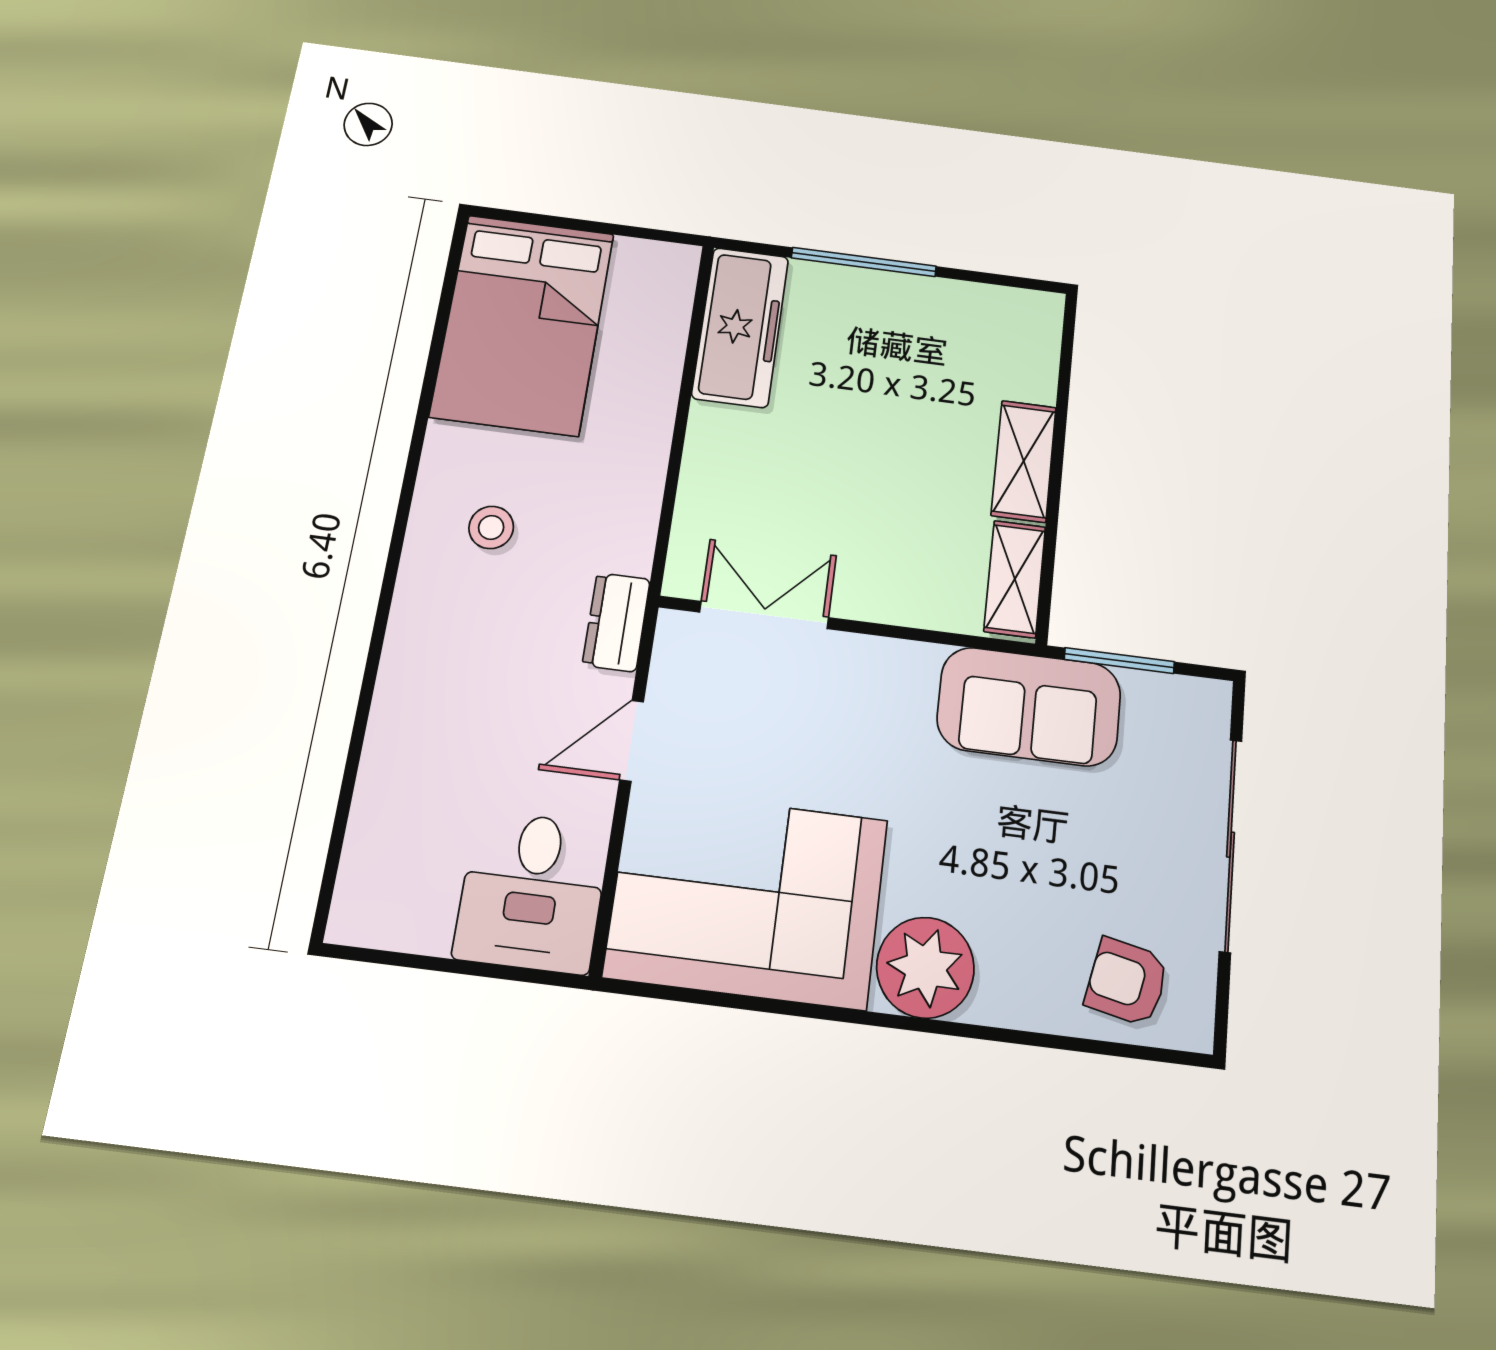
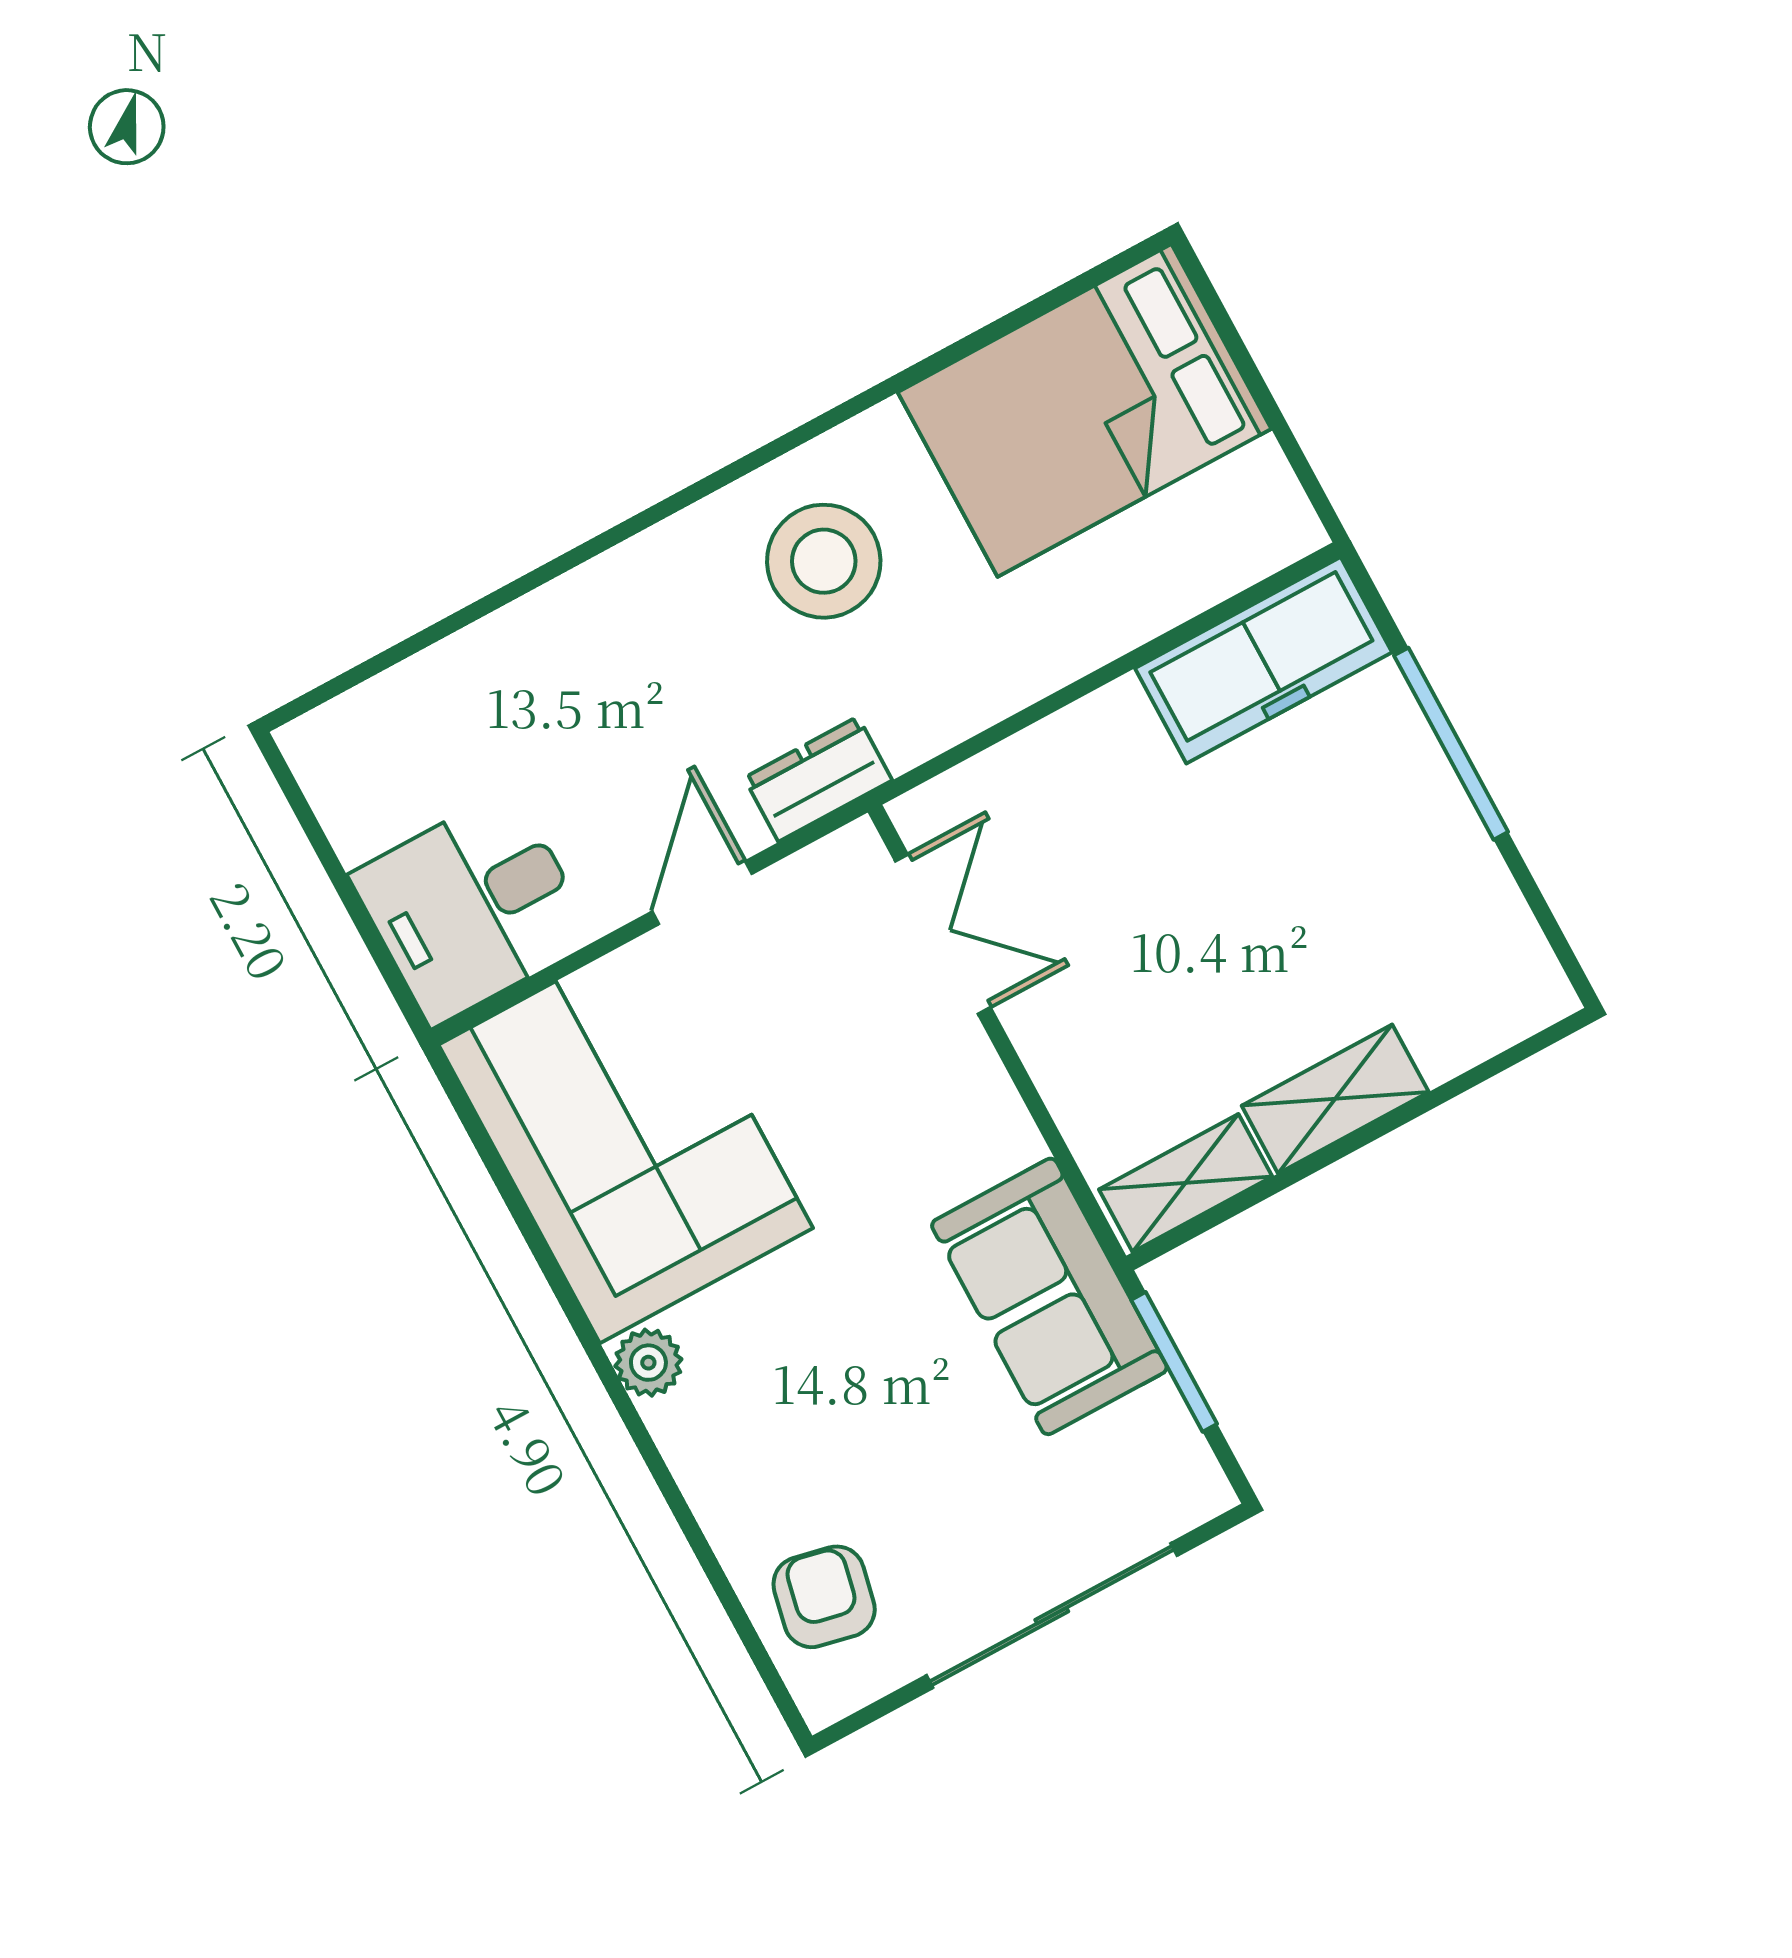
stool: (491, 527) -> (824, 561), width x1.89, depth x1.89
door: (632, 741) -> (702, 893), hinge flipped
plant: (925, 968) -> (648, 1363), width x0.53, depth x0.53

